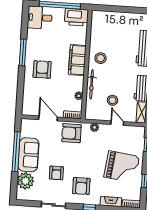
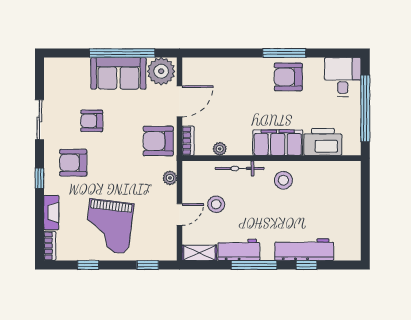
printer: (76, 17) -> (323, 142), moved, turned 90
armchair: (42, 69) -> (288, 77), moved, turned 180
armchair: (71, 133) -> (158, 141), turned -90
plant: (25, 181) -> (161, 71), moved

